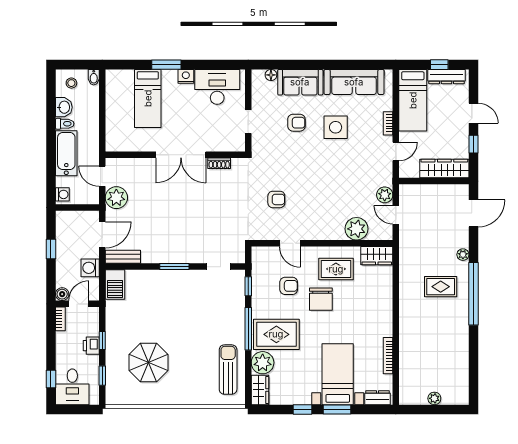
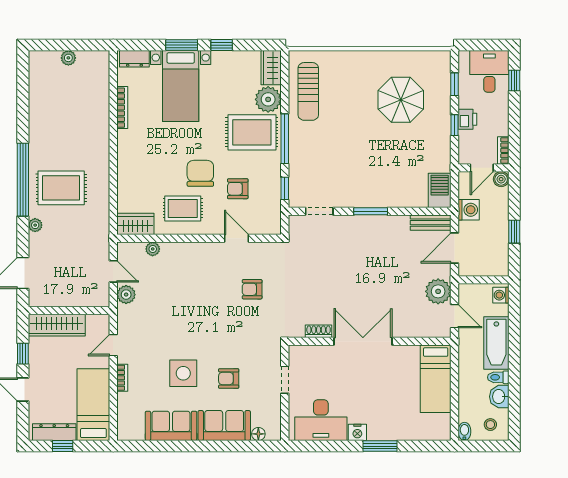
sofa: (354, 82) -> (171, 426), width x0.73
bed: (148, 98) -> (436, 379), moved, turned 180
plant: (356, 229) -> (153, 249), width x0.53, depth x0.53
rug: (441, 287) -> (61, 188), width x1.36, depth x1.43

